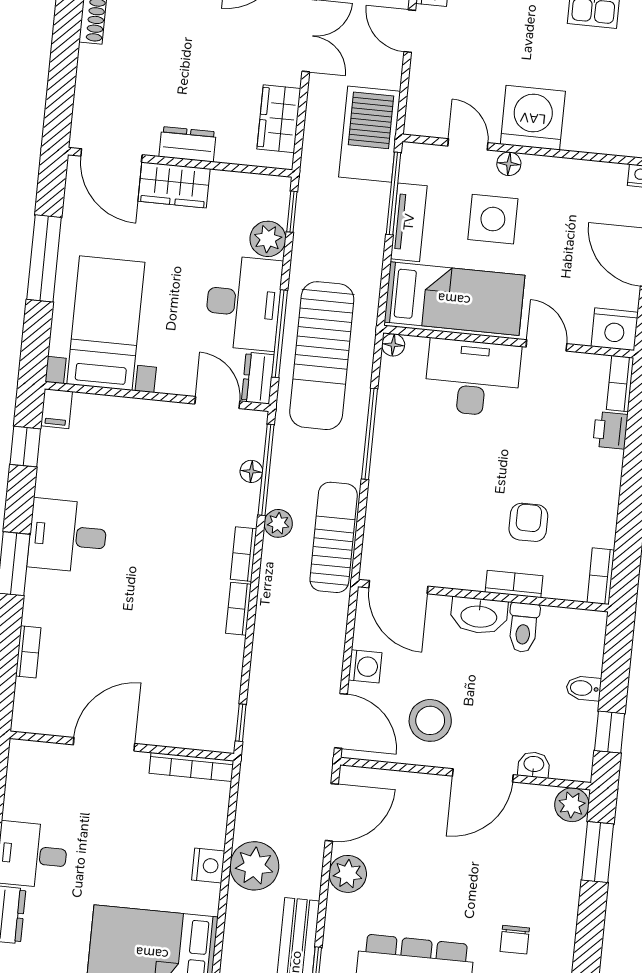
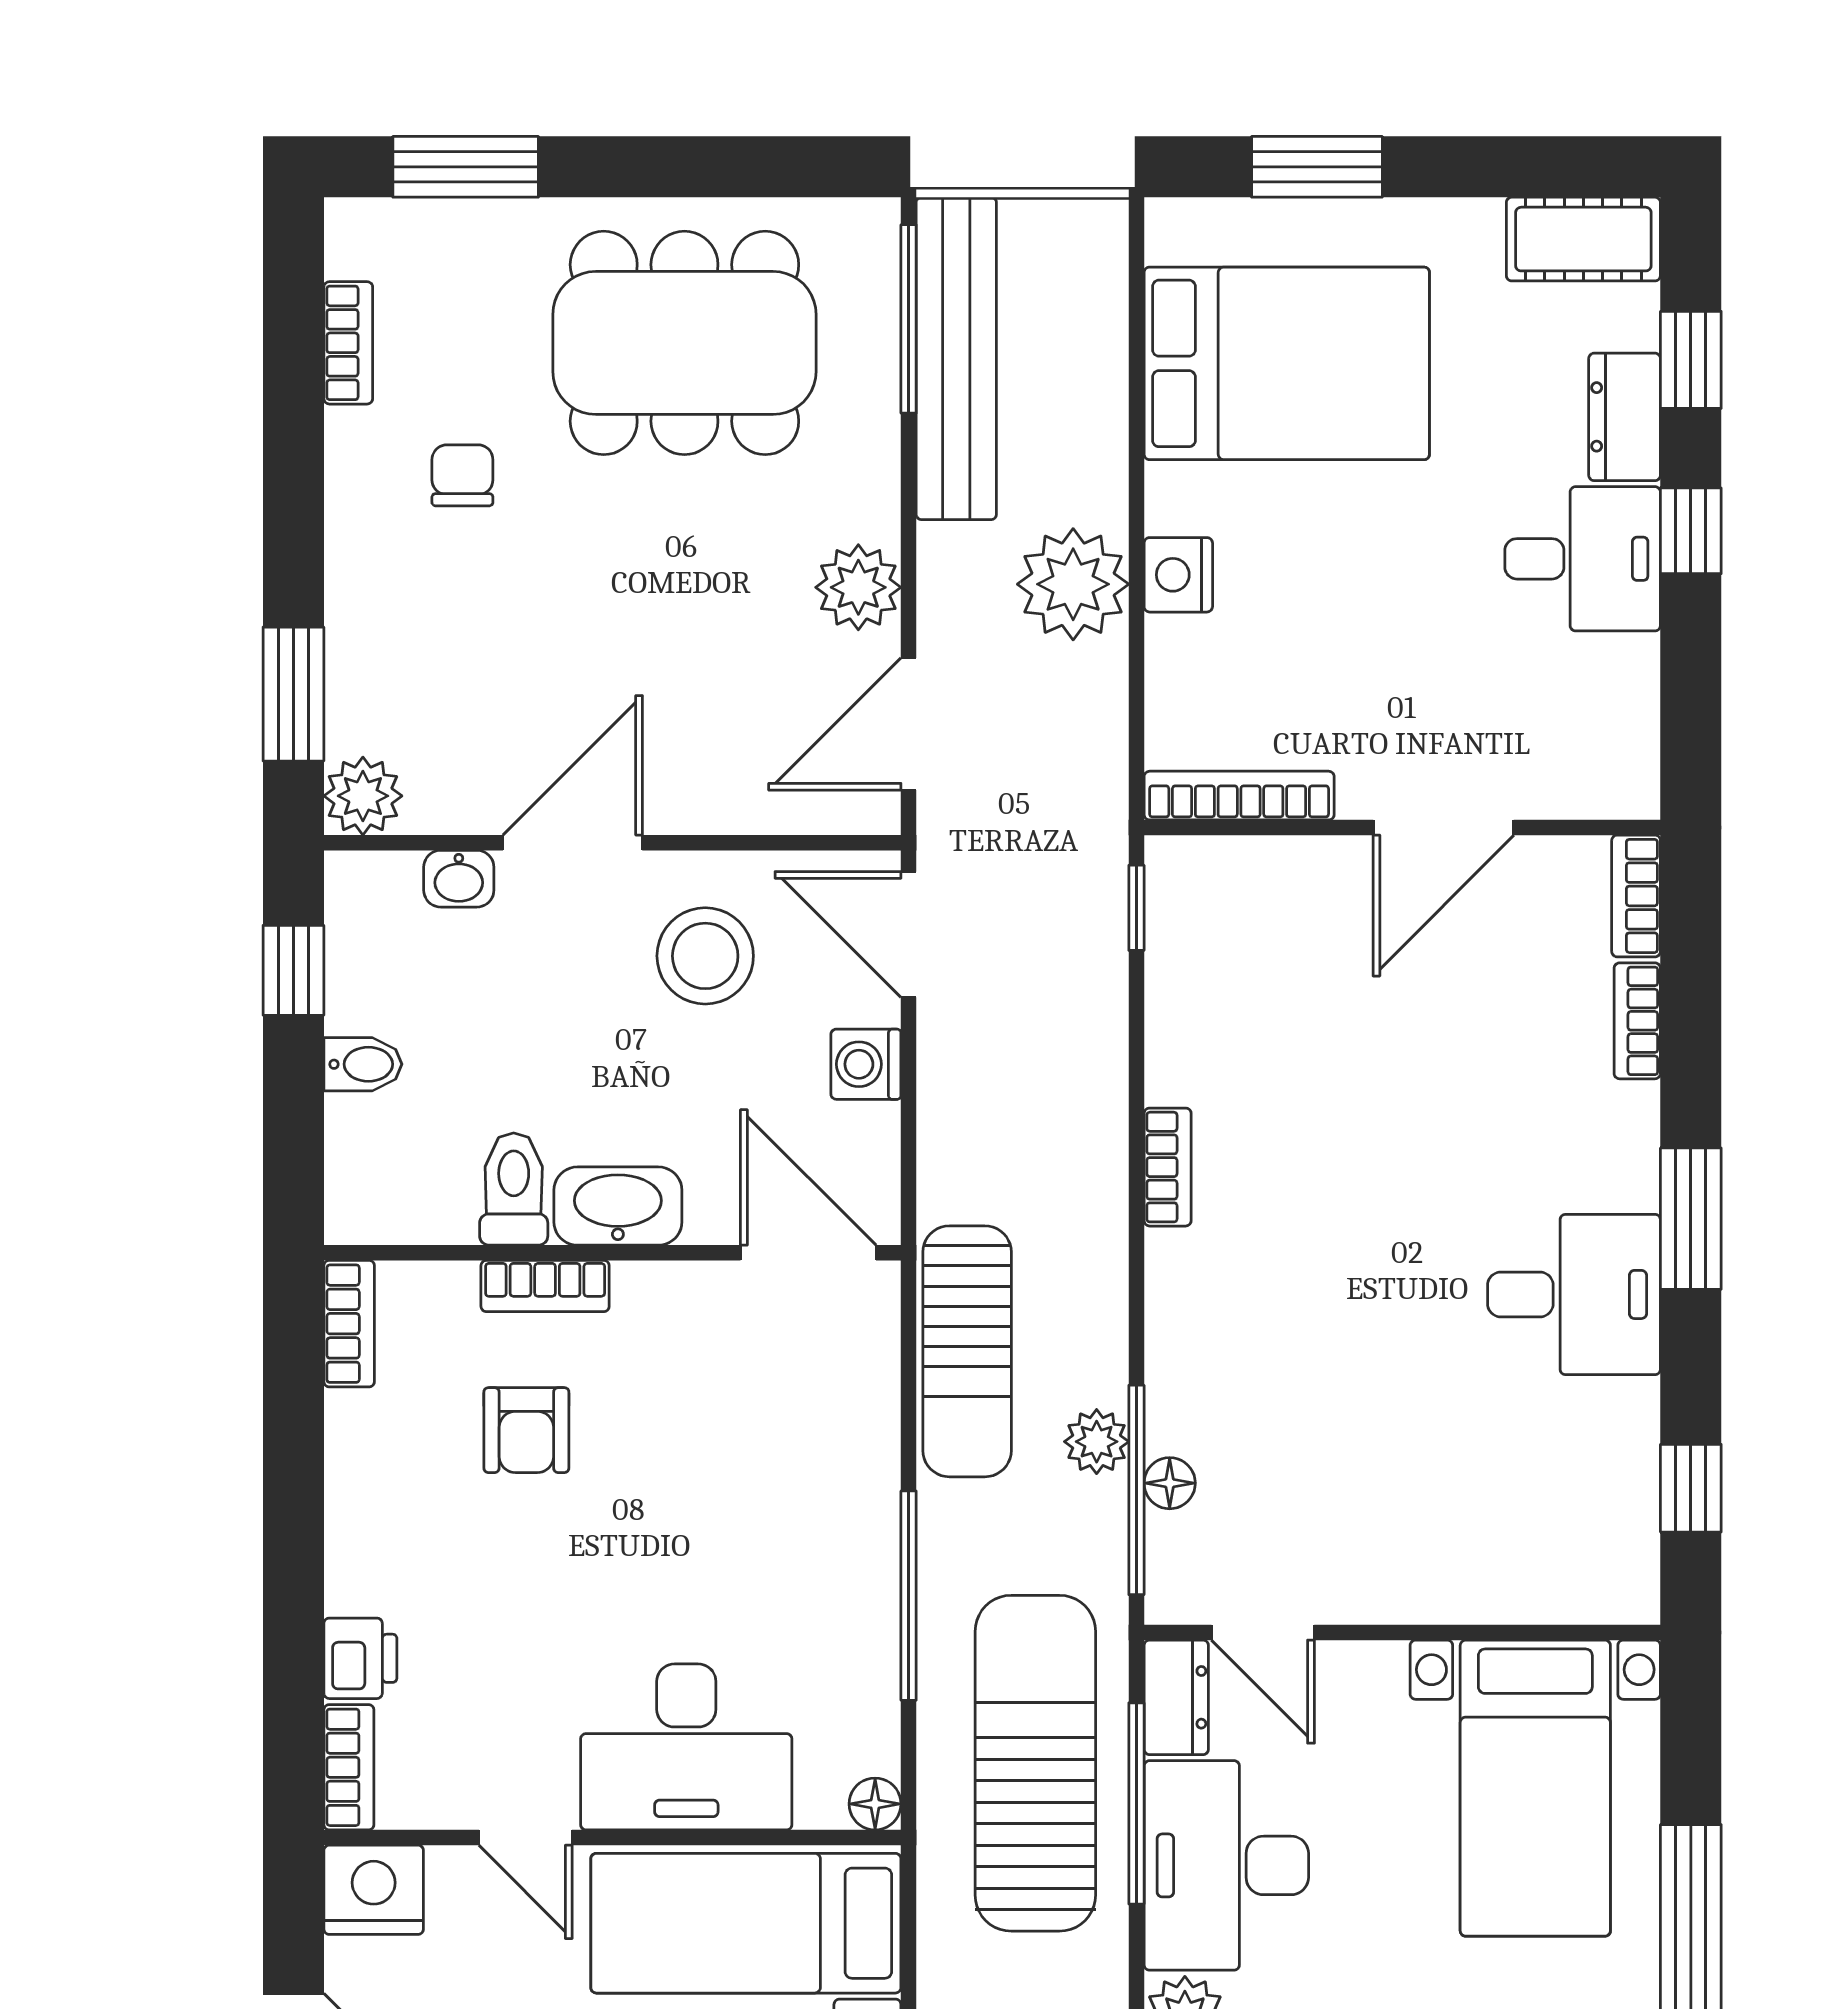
filing cabinet: (57, 409) -> (1628, 1582), removed
plant: (278, 523) -> (1097, 1442), moved
bookcase: (244, 554) -> (1636, 896), moved, turned 180

